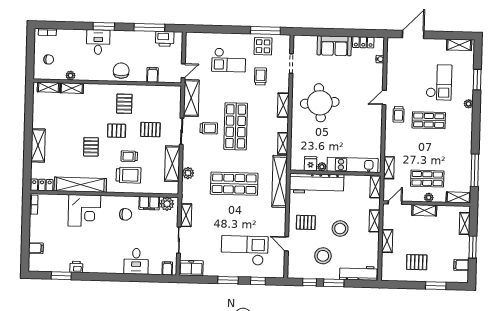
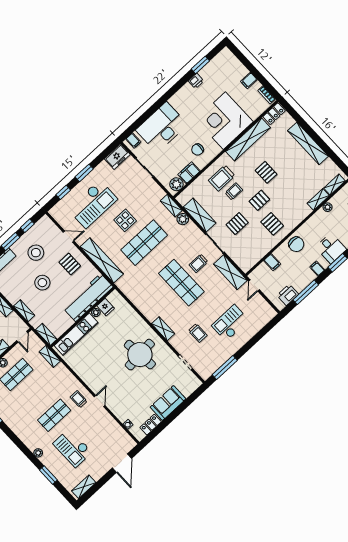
filing cabinet: (123, 37) -> (317, 269), added
display table: (263, 46) -> (125, 220), moved
shelving: (283, 143) -> (138, 302), removed
shelving: (38, 145) -> (308, 143), width x1.47
shelving: (280, 181) -> (102, 260), moved
corner desk: (84, 211) -> (224, 121), width x1.36, depth x1.36
shelving: (186, 215) -> (171, 206), moved
pallet: (306, 222) -> (70, 264), turned 90
filing cabinet: (36, 248) -> (249, 81), moved
desk: (136, 261) -> (162, 127), width x1.87, depth x1.30

